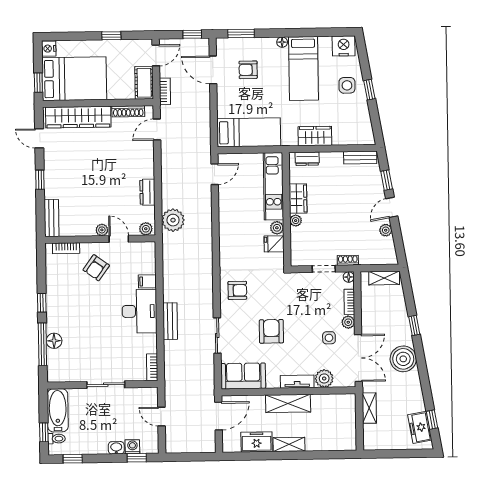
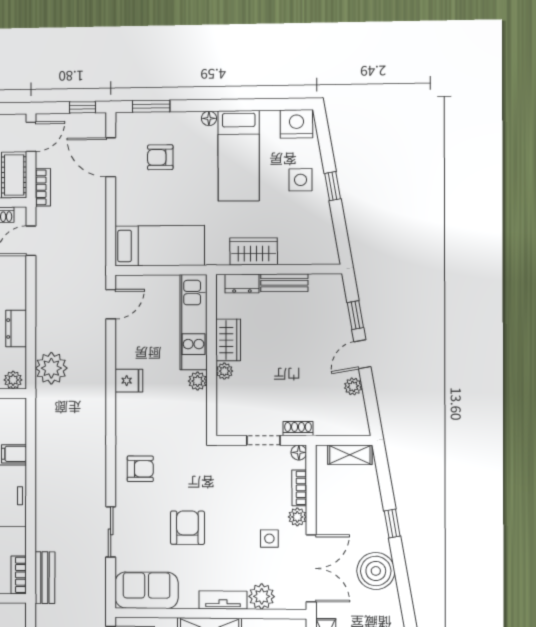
bench: (360, 157) -> (284, 283), moved
fridge: (274, 244) -> (129, 381), moved, turned 180
bench: (170, 321) -> (45, 578), moved

